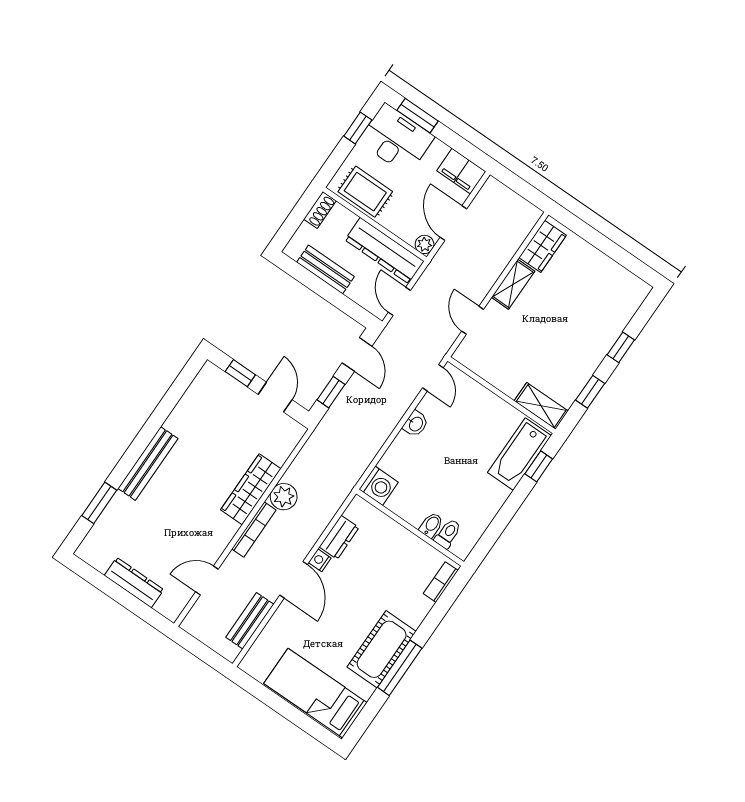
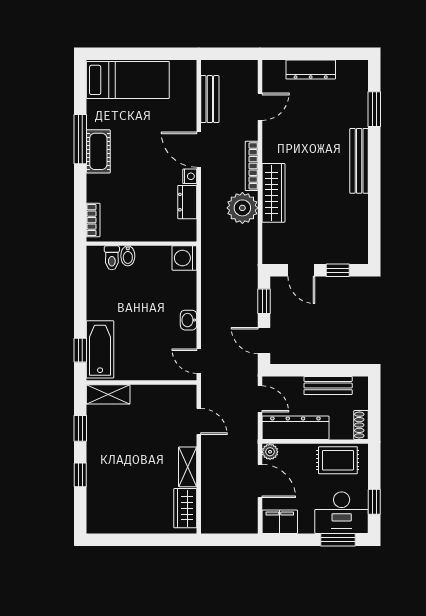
plant: (284, 497) -> (242, 208), width x1.36, depth x1.36
cot: (382, 649) -> (98, 151), width x0.73, depth x0.75

